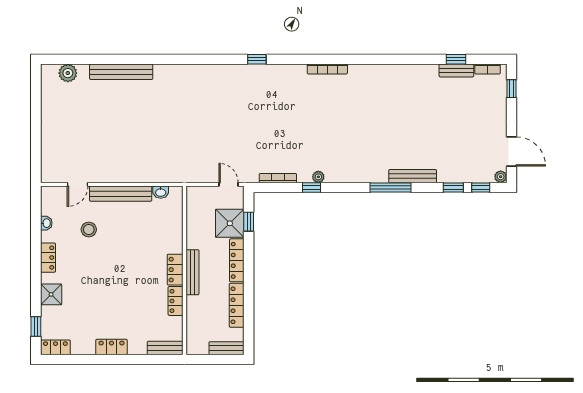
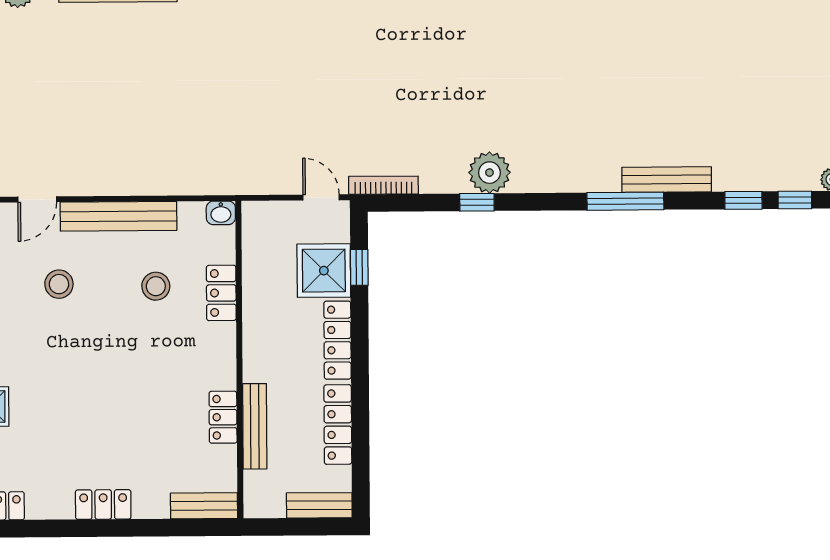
plant: (318, 177) -> (489, 173), width x1.88, depth x1.88
bookcase: (278, 178) -> (383, 185), moved
washbasin: (161, 192) -> (221, 213), moved
stool: (140, 231) -> (156, 286), added
locker: (175, 270) -> (221, 293), moved
bench: (192, 272) -> (255, 426), moved

